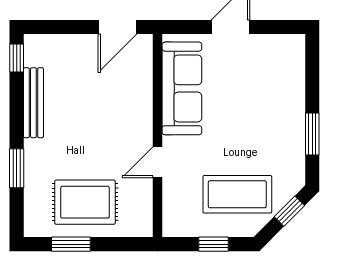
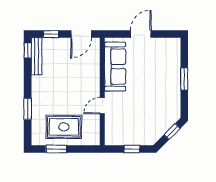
window: (61, 27) -> (51, 34), added
bench: (33, 103) -> (37, 56), moved
window: (312, 134) -> (184, 79), moved
coffee table: (237, 194) -> (144, 123), removed

